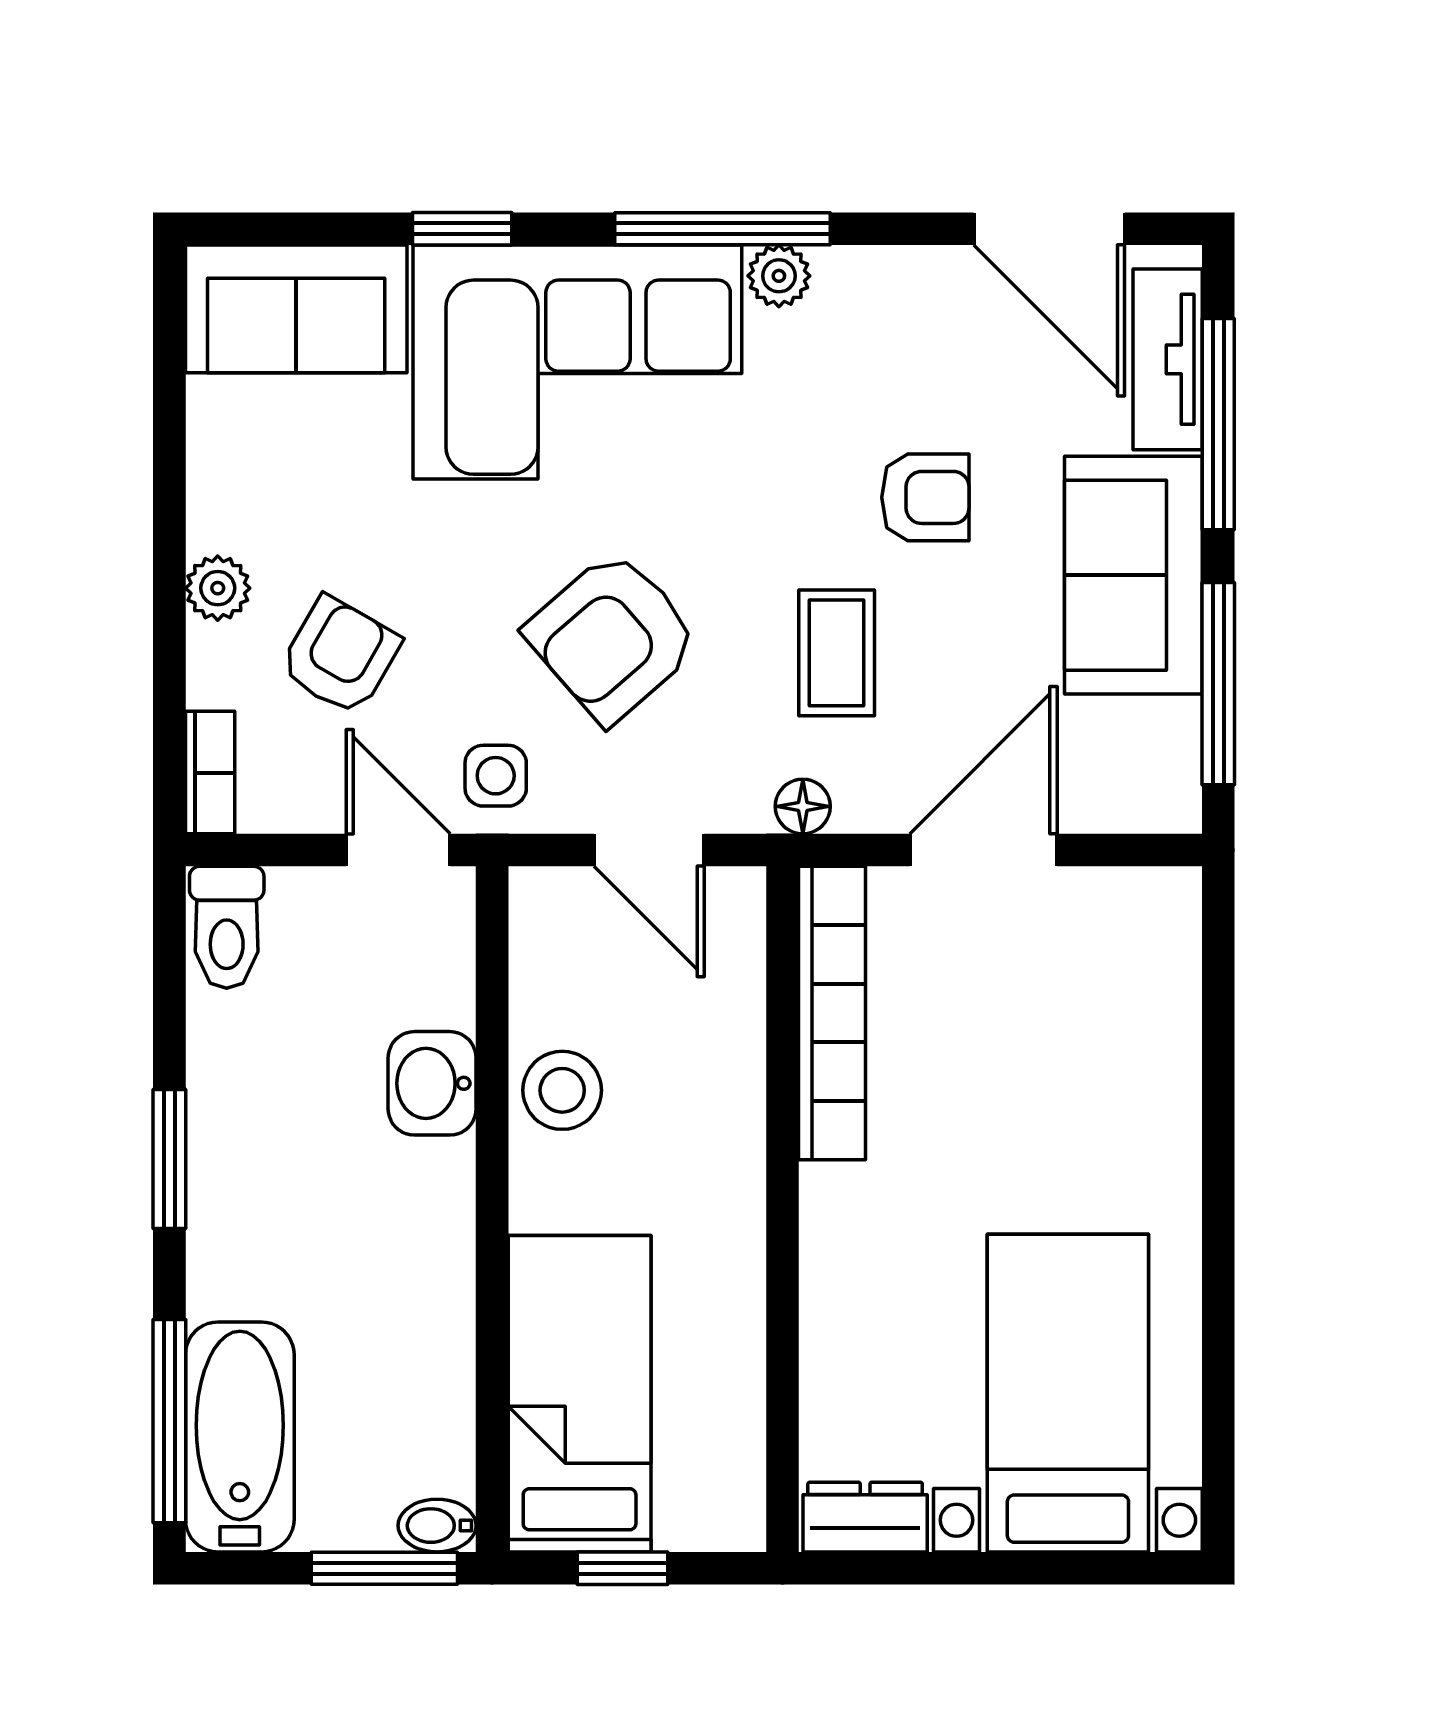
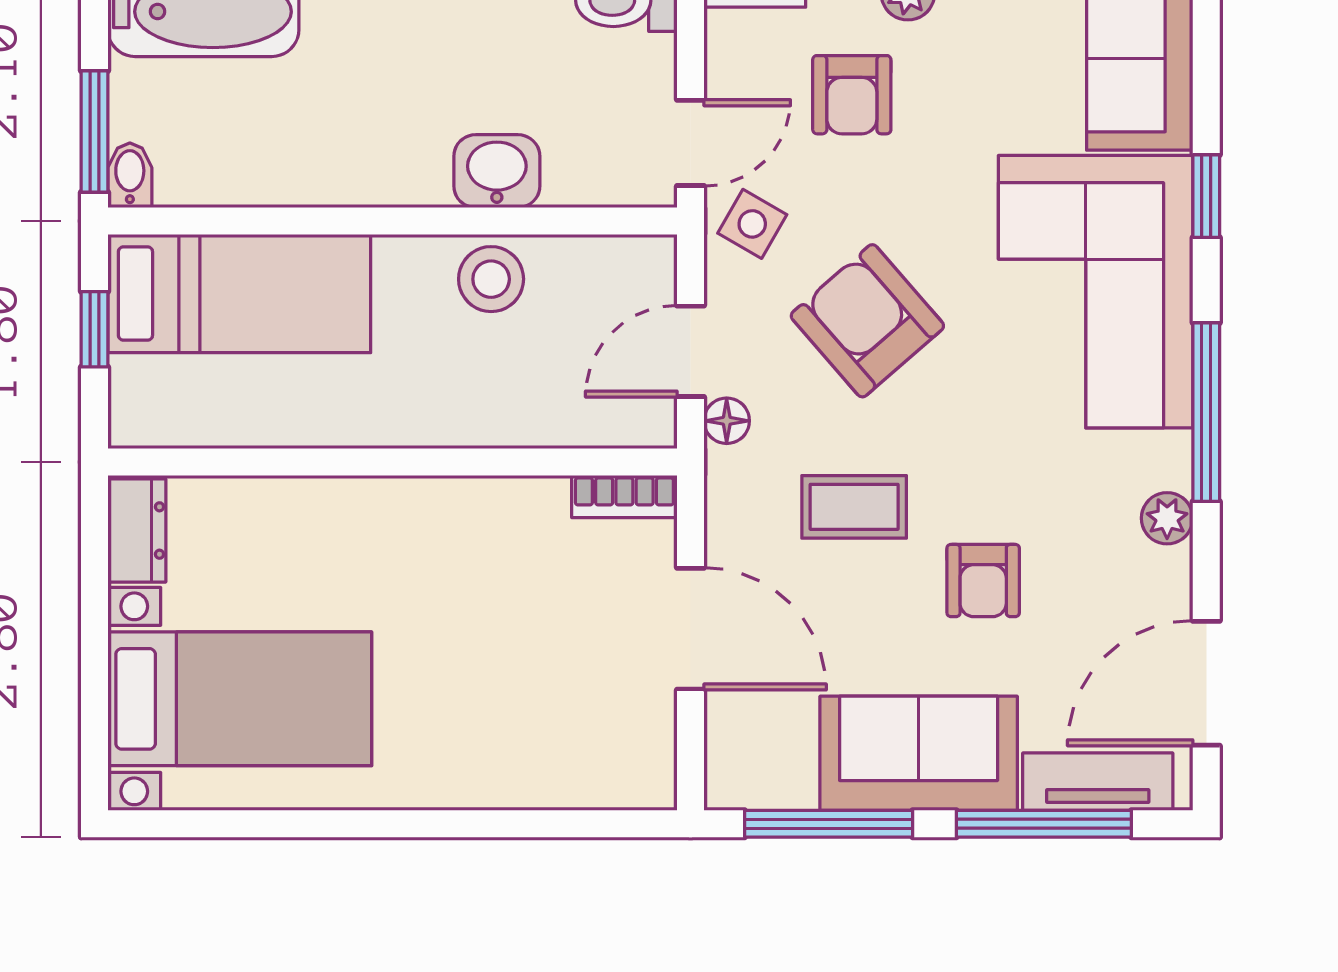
plant: (779, 276) -> (1167, 518), moved
armchair: (340, 656) -> (852, 95), turned 60
side table: (496, 776) -> (752, 224), turned 30
floor lamp: (803, 806) -> (727, 421), moved
bookcase: (832, 1013) -> (624, 497), width x0.43, depth x0.76

